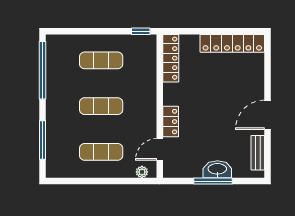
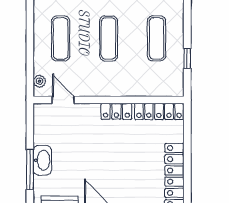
window: (141, 31) -> (187, 59), moved
locker: (171, 122) -> (116, 111), moved
window: (213, 181) -> (30, 169), moved

